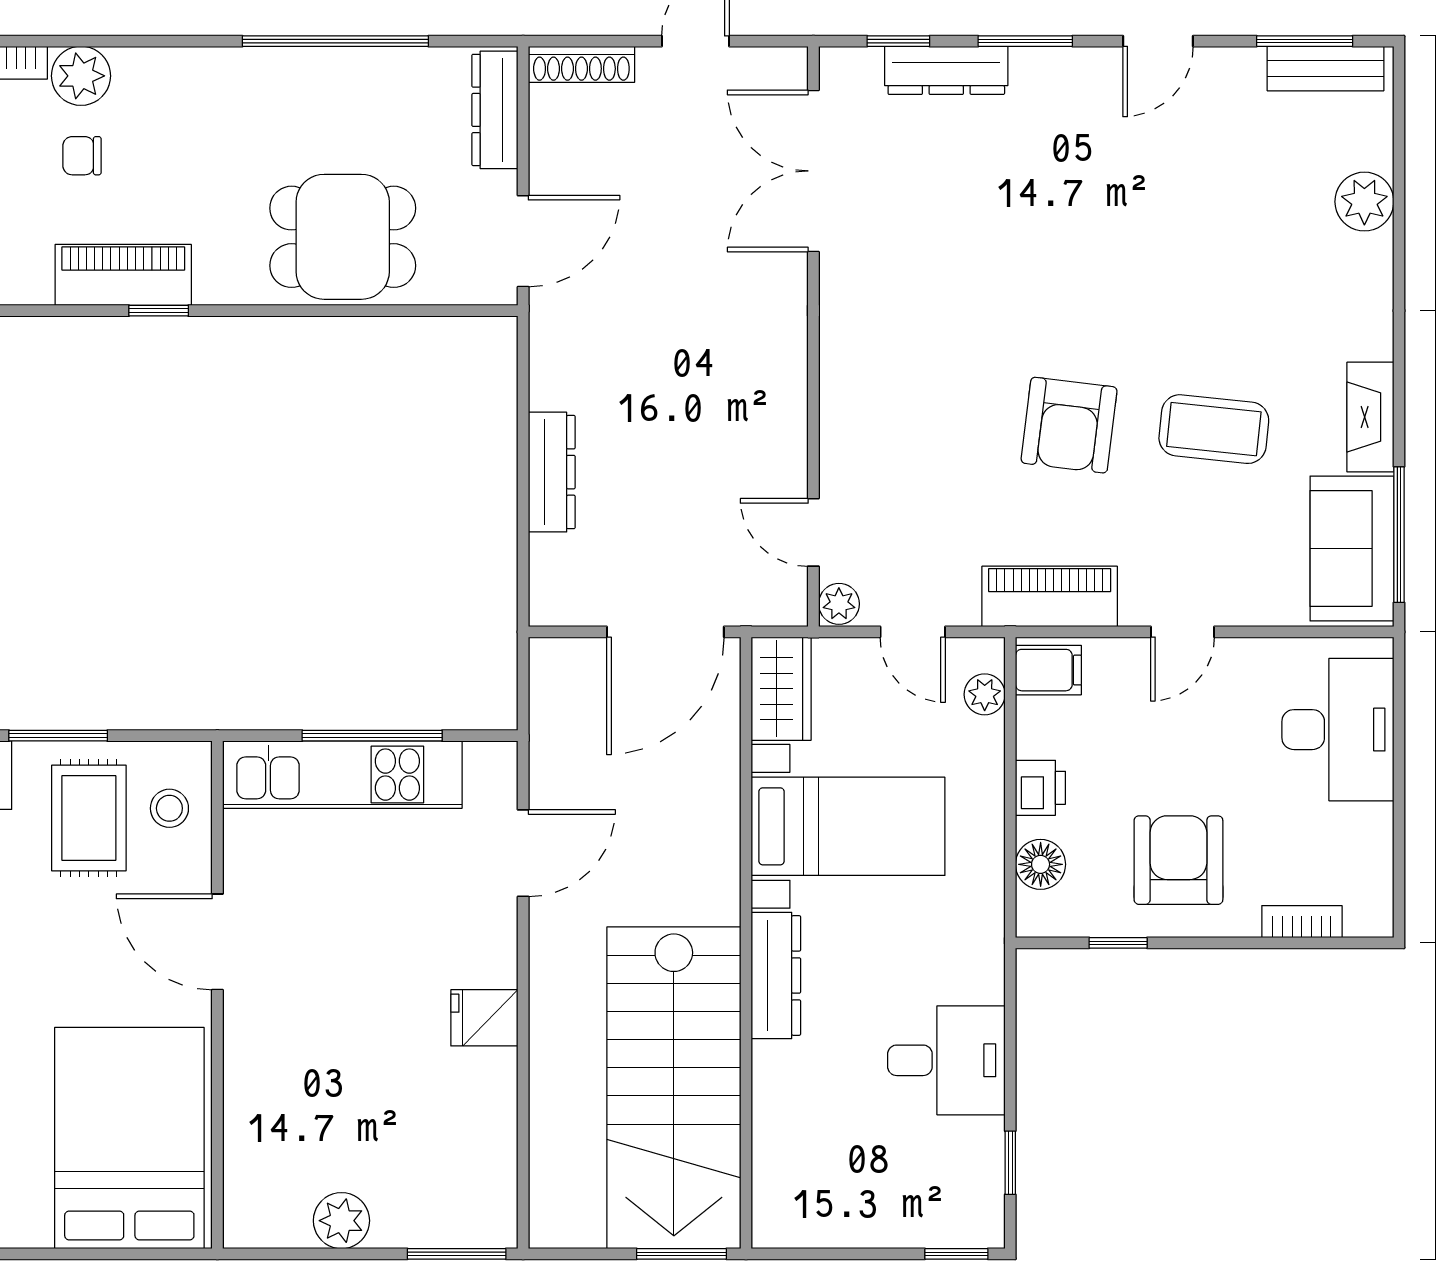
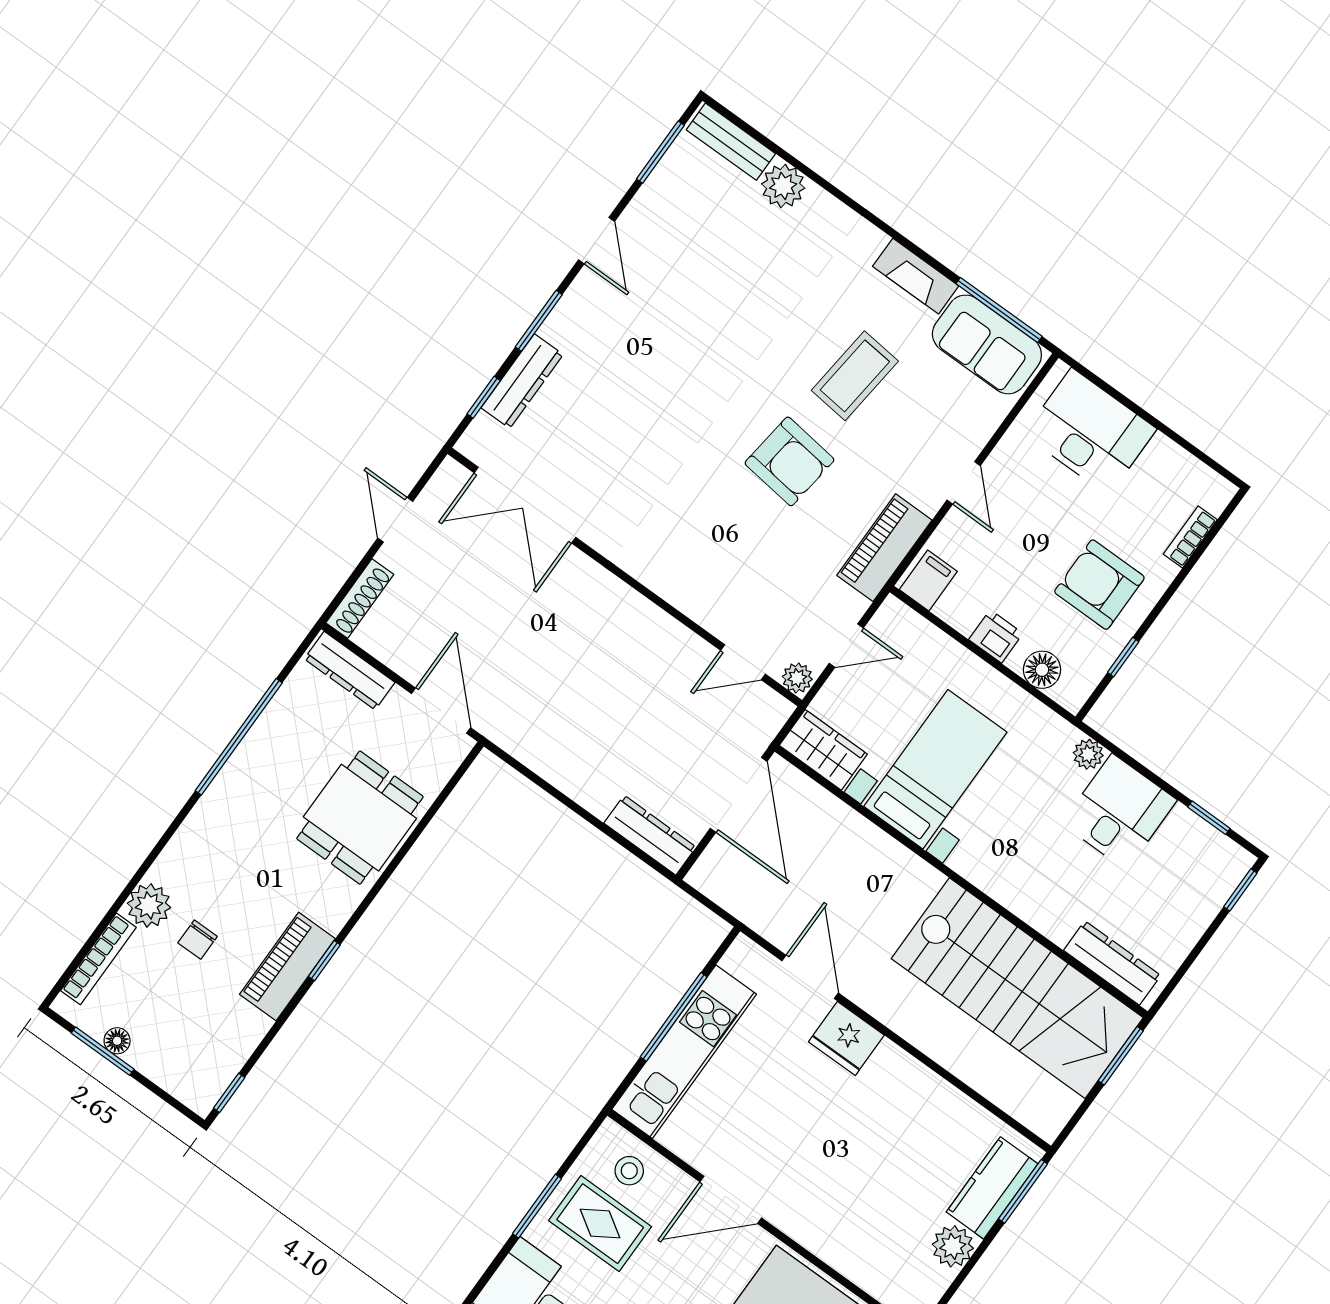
bench: (1326, 69) -> (731, 142), moved, turned 90
dresser: (552, 472) -> (650, 835), moved
plant: (985, 694) -> (1088, 754), moved
dresser: (776, 975) -> (1112, 963), moved
fridge: (484, 1018) -> (846, 1039), moved, width x1.38
kitchen counter: (436, 1217) -> (992, 1188), added

